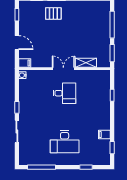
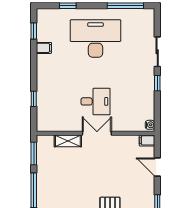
double door: (63, 69) -> (97, 133), swing flipped
desk: (65, 93) -> (96, 101), turned 180
desk: (65, 142) -> (96, 38), width x1.36, depth x1.30

